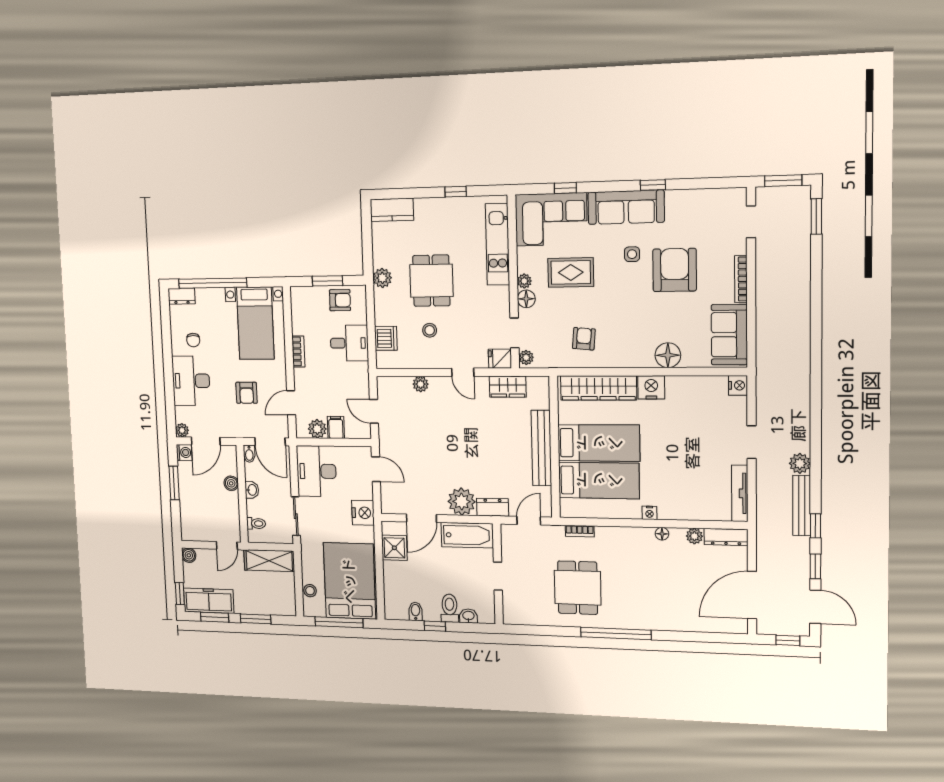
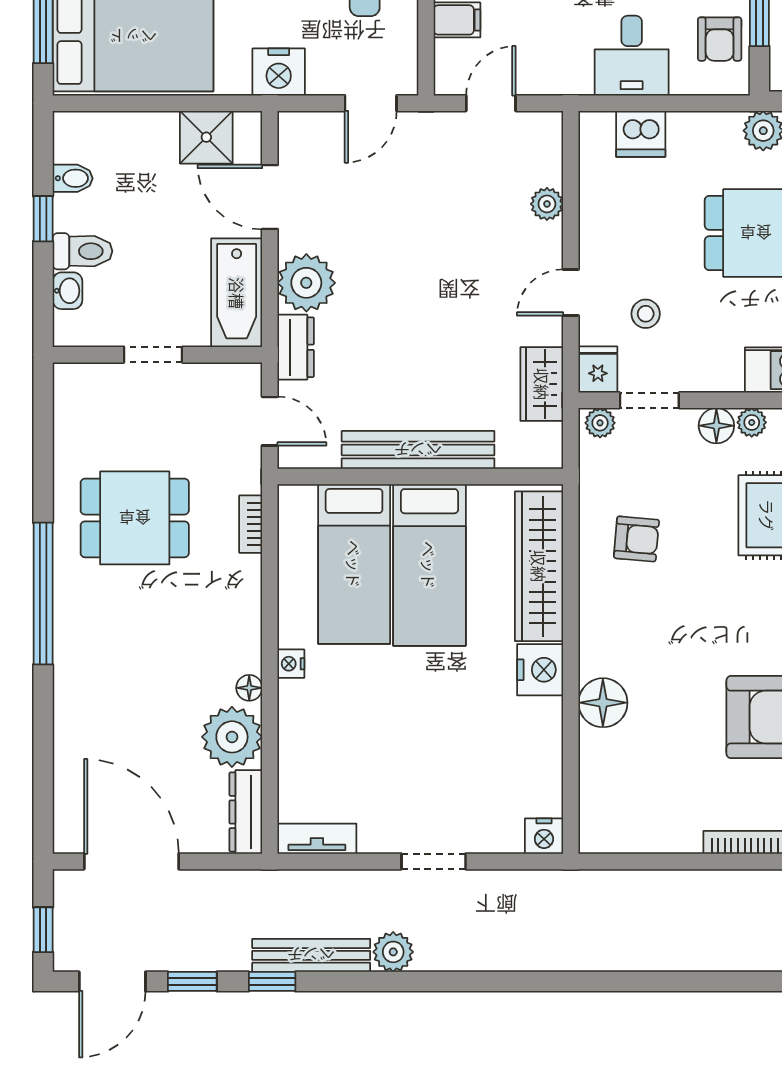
stool: (430, 330) -> (646, 314), moved
sofa: (729, 335) -> (642, 820), removed
tv unit: (740, 493) -> (317, 839), width x0.71
plant: (694, 536) -> (232, 737), width x1.88, depth x1.88

